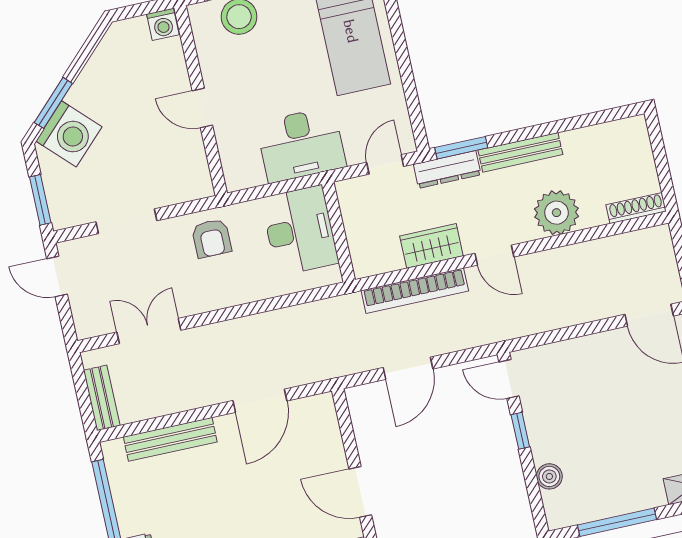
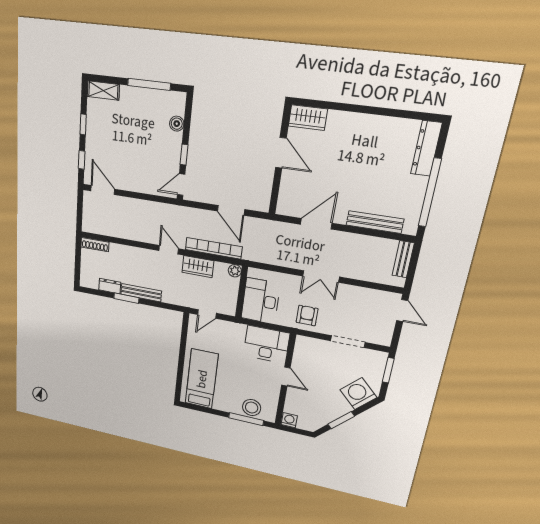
window: (53, 103) -> (341, 420), moved
desk: (301, 145) -> (266, 344), moved
window: (461, 148) -> (126, 298), moved
dresser: (447, 169) -> (110, 286), moved, width x0.70
plant: (557, 213) -> (235, 271), moved, width x0.53, depth x0.53
door: (57, 276) -> (402, 311), moved
double door: (149, 331) -> (321, 276), moved
door: (408, 368) -> (231, 210), swing flipped
door: (509, 379) -> (181, 184), swing flipped

